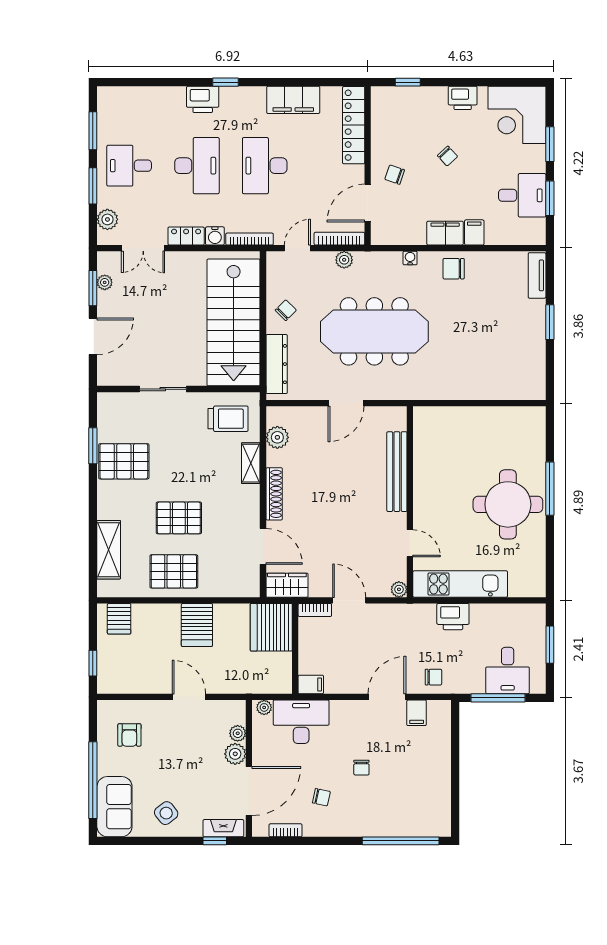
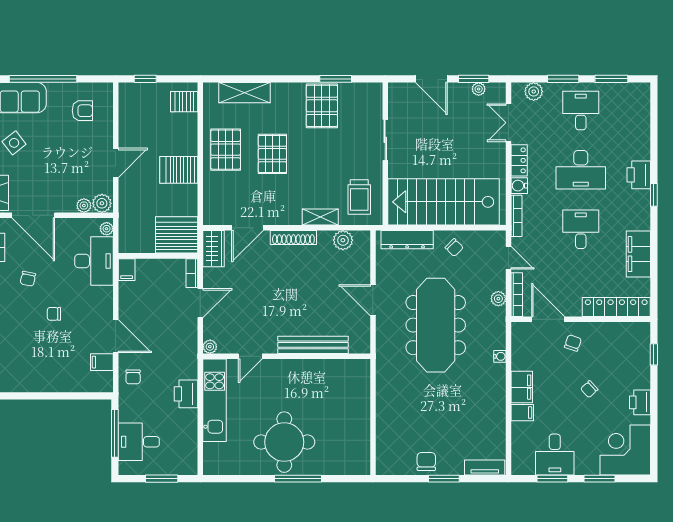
desk: (265, 166) -> (581, 229), width x0.73
chair: (454, 269) -> (426, 461), moved
armchair: (129, 735) -> (82, 111), turned 180
plant: (235, 754) -> (102, 203), moved

